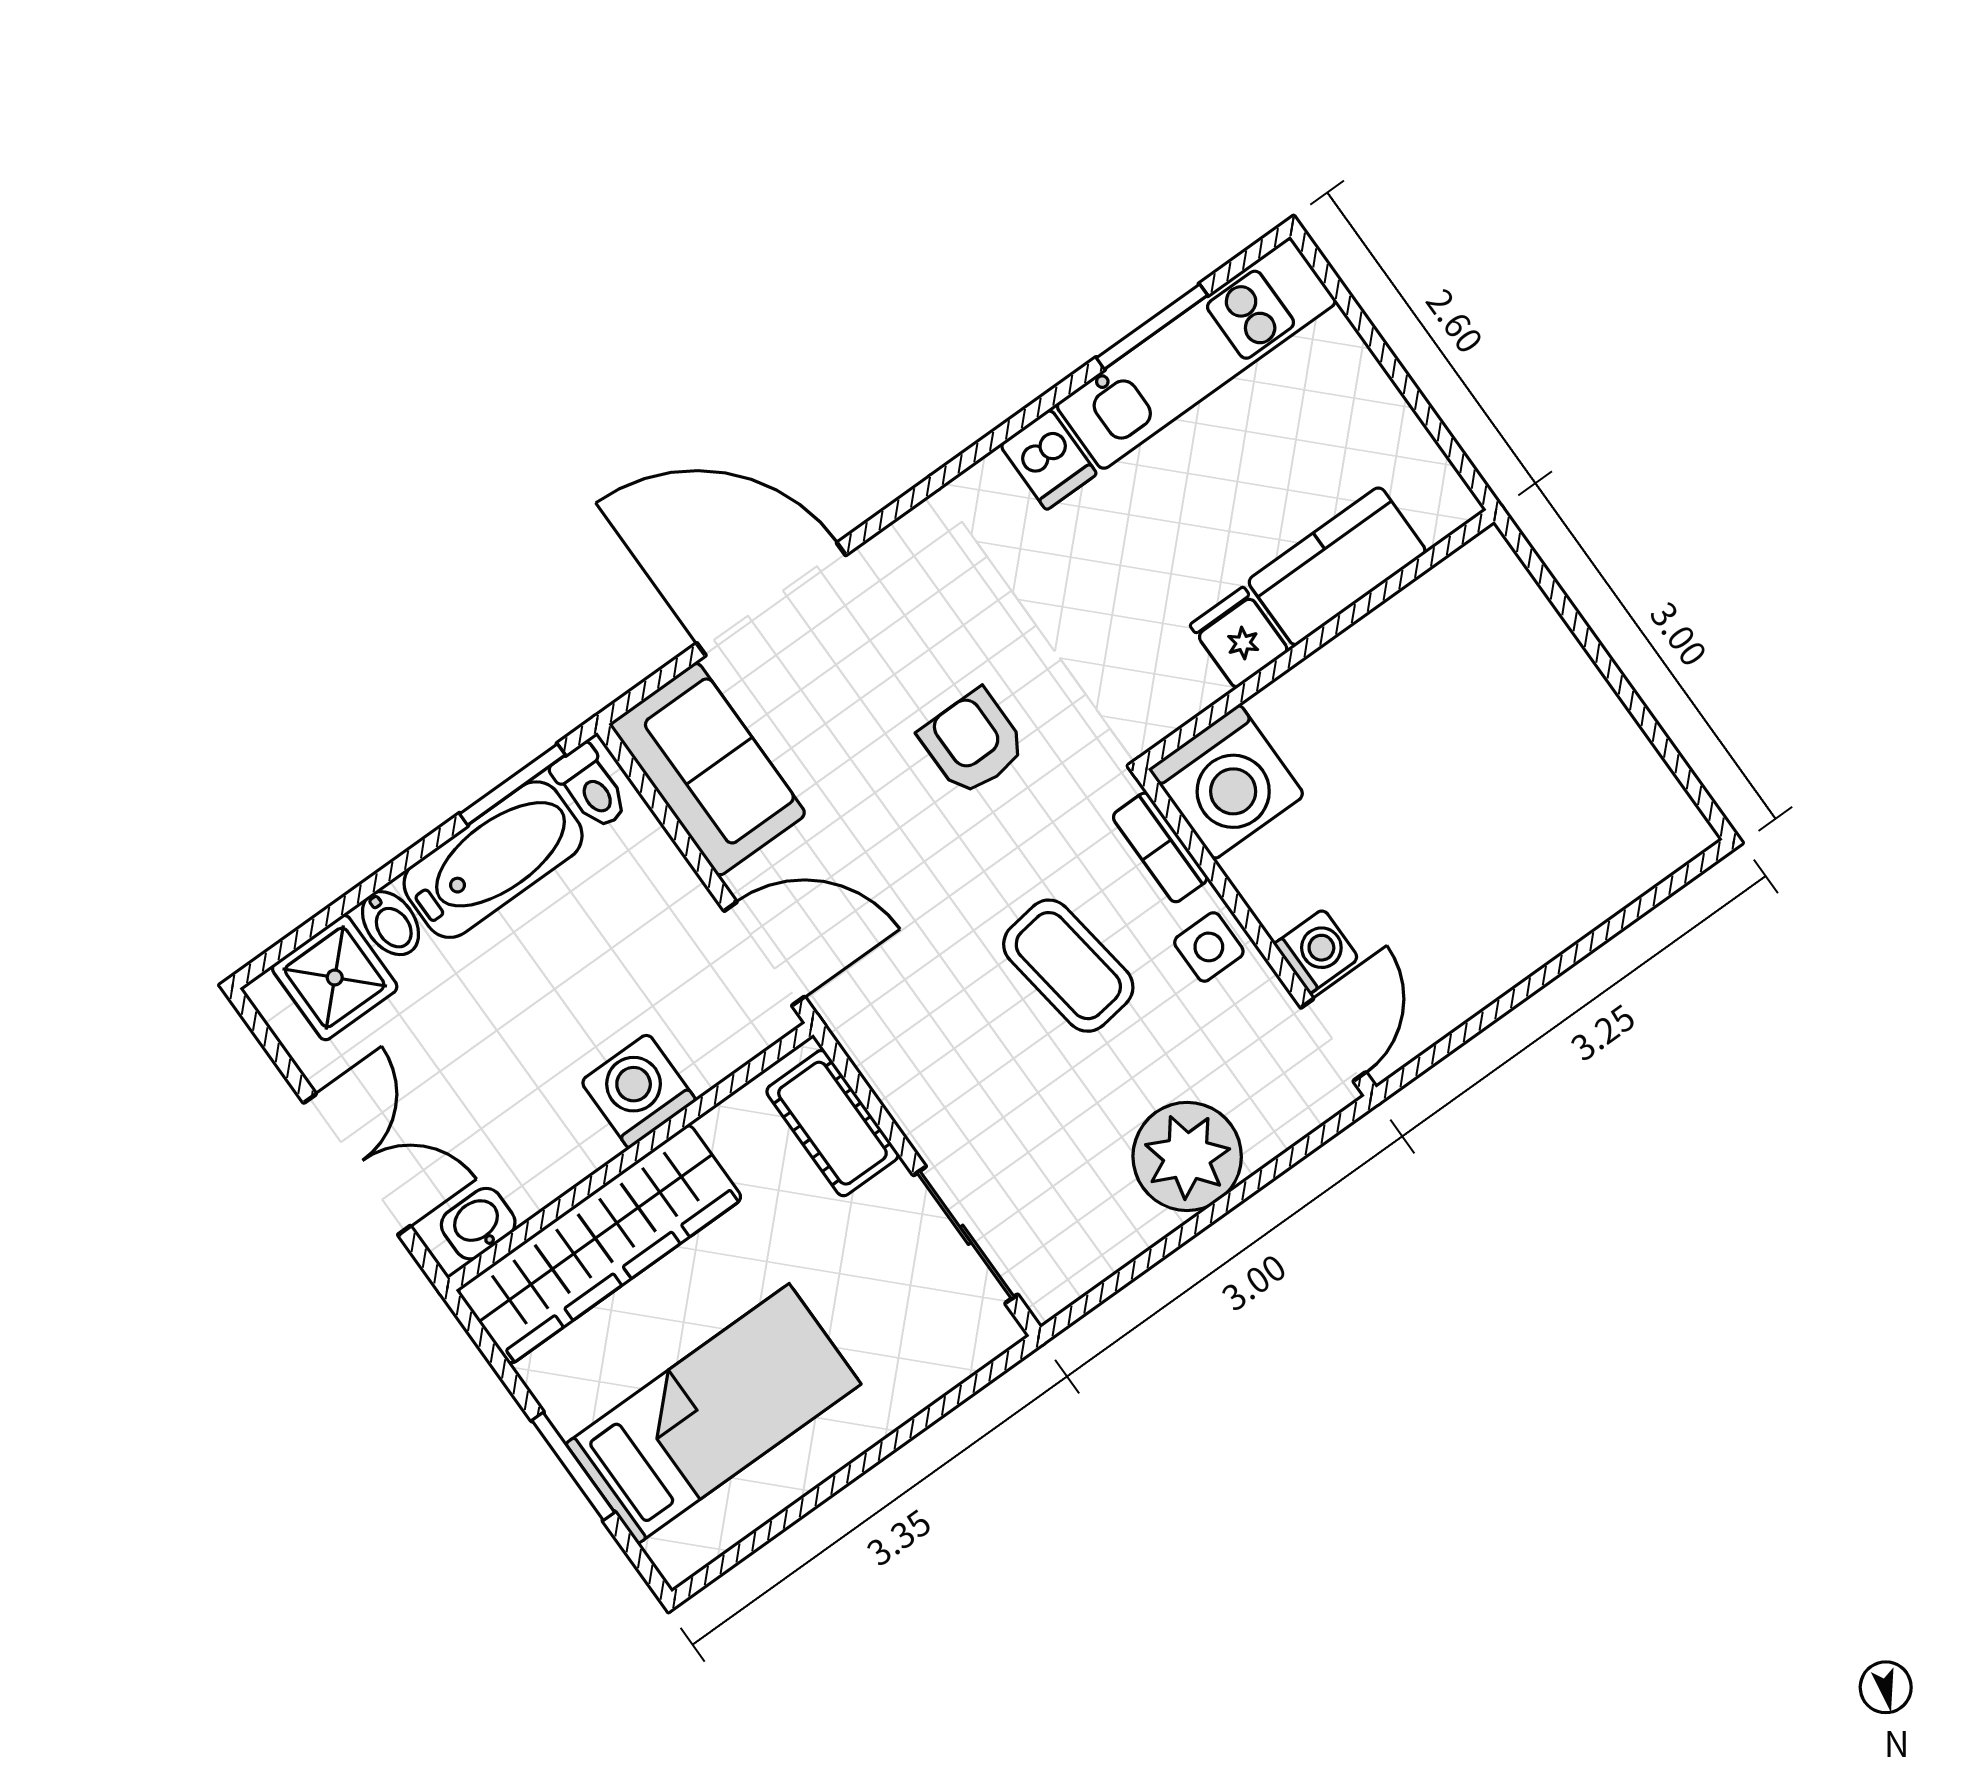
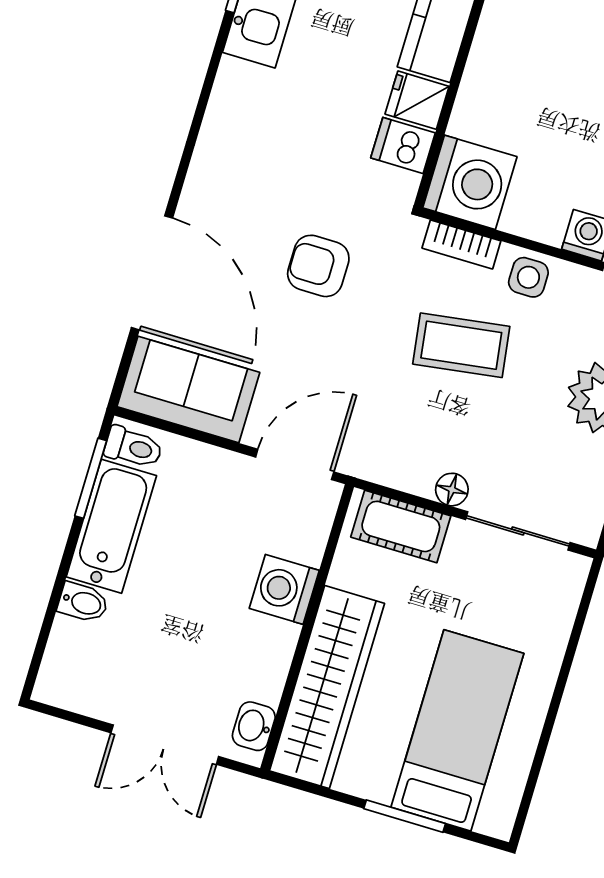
dishwasher: (1048, 459) -> (403, 145), moved, turned 180
door: (771, 599) -> (152, 273), swing flipped
shower: (335, 978) -> (76, 654), removed
floor lamp: (926, 1126) -> (452, 490), added
double door: (357, 1164) -> (165, 745), swing flipped

